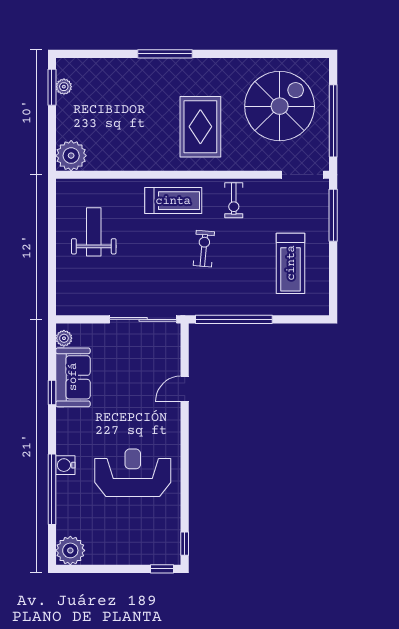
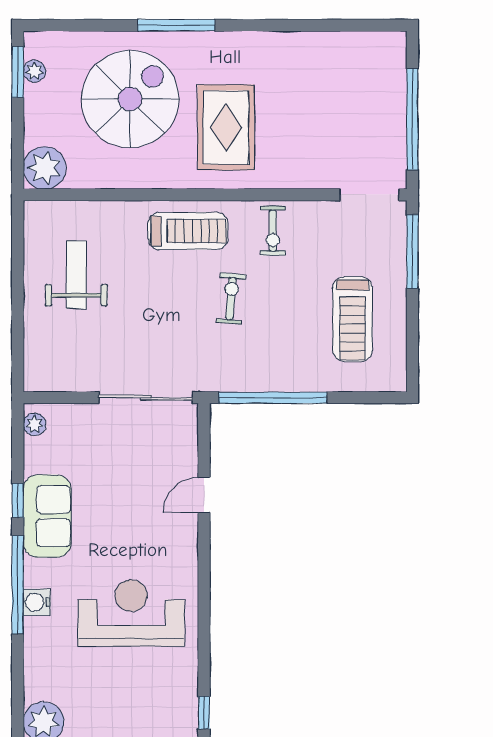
spiral stairs: (280, 106) -> (130, 99), moved
sofa: (73, 377) -> (47, 516), moved
window: (52, 489) -> (18, 585), moved

